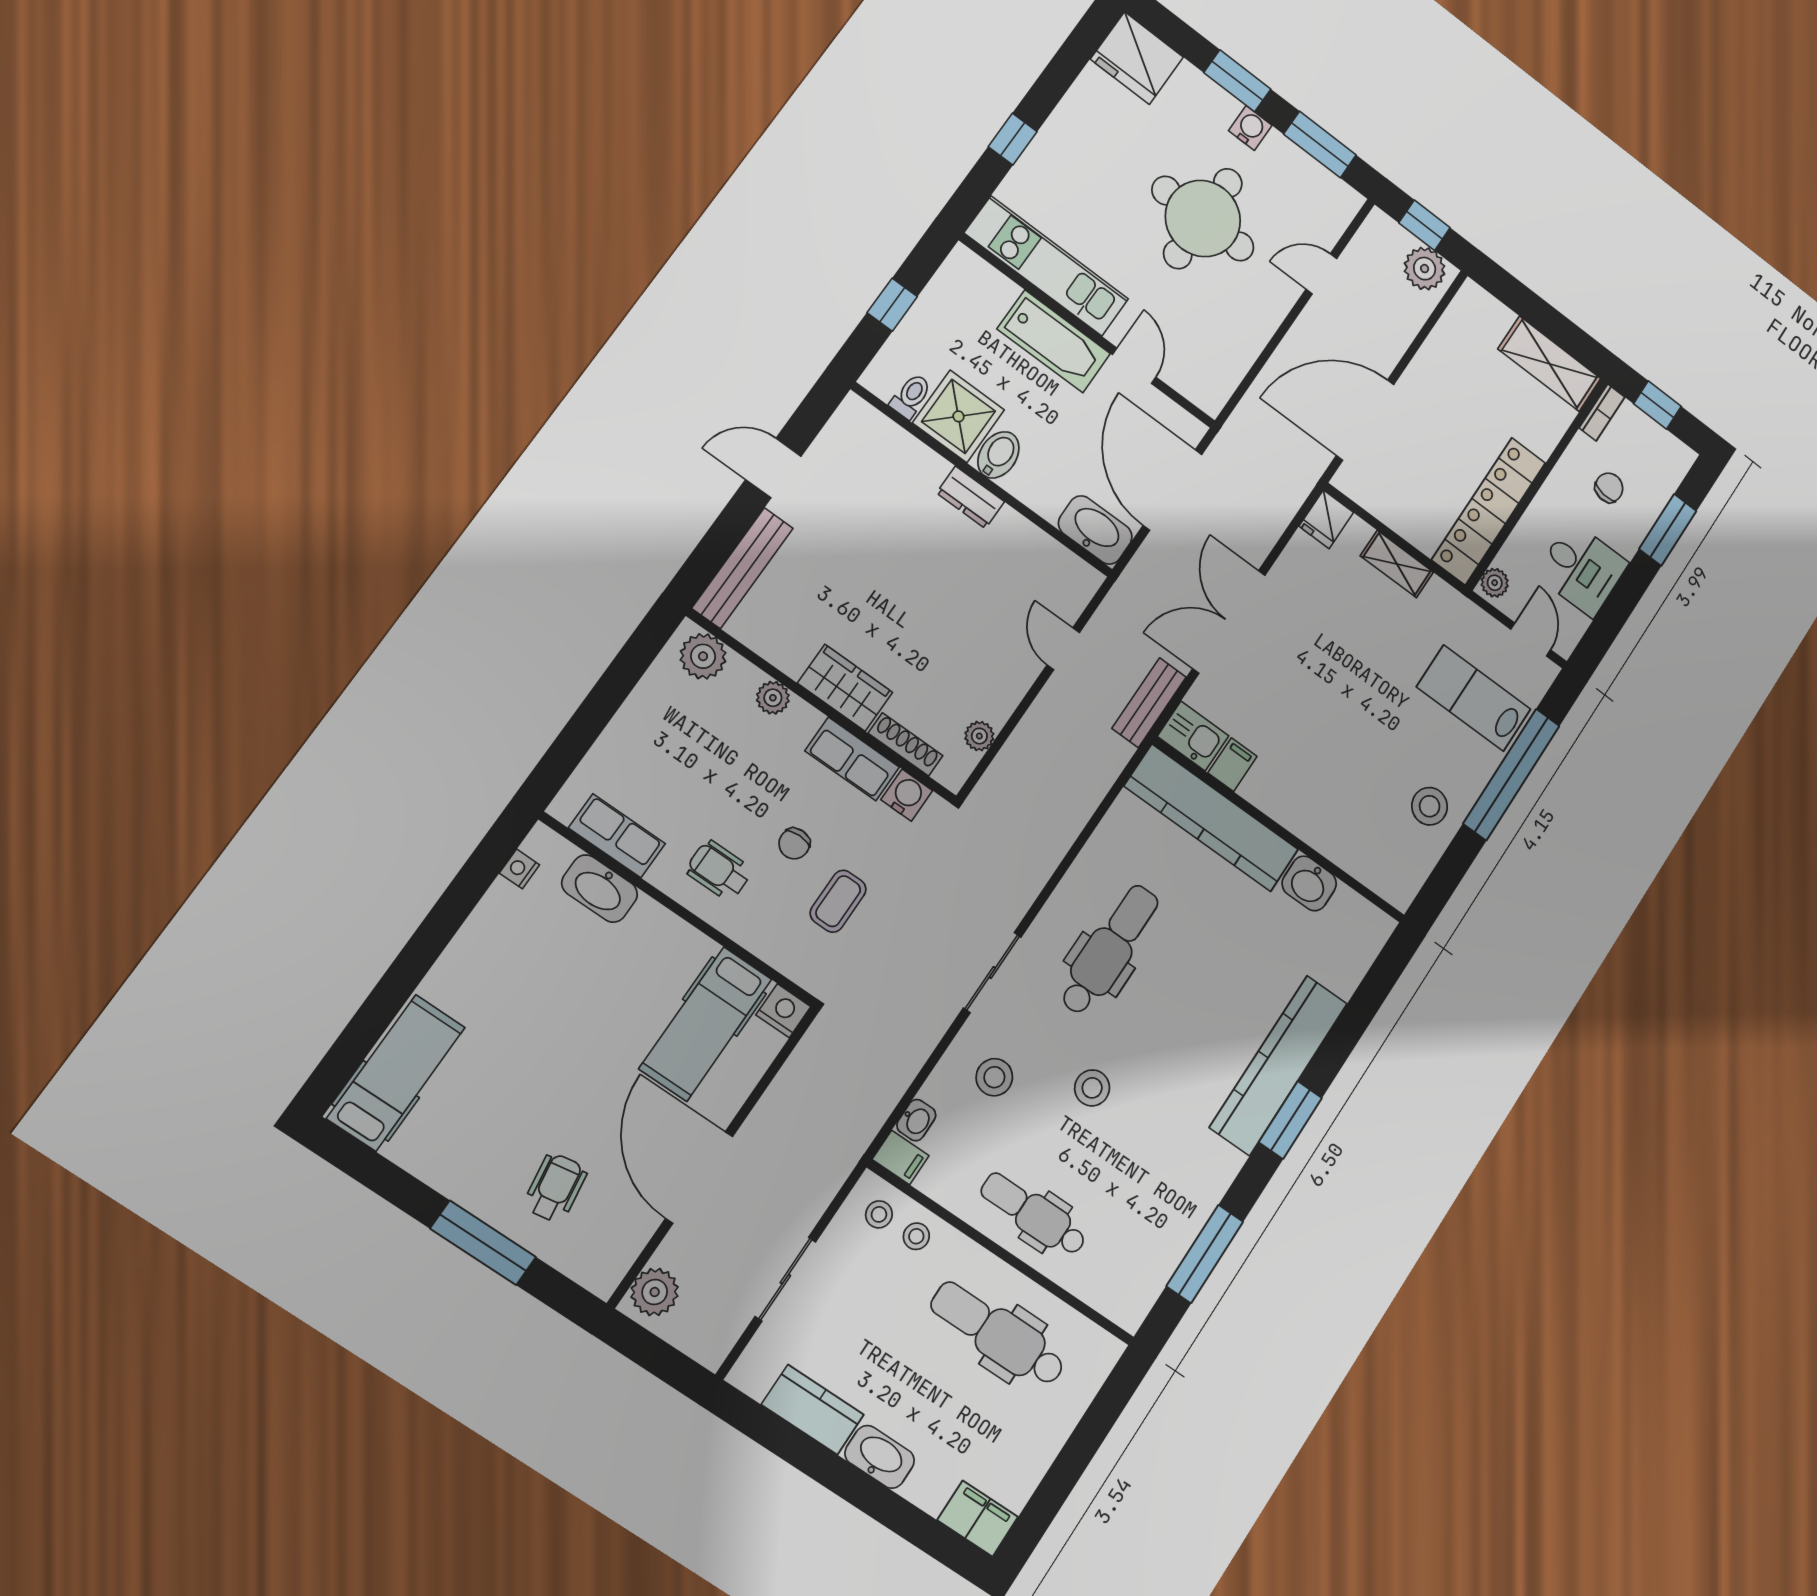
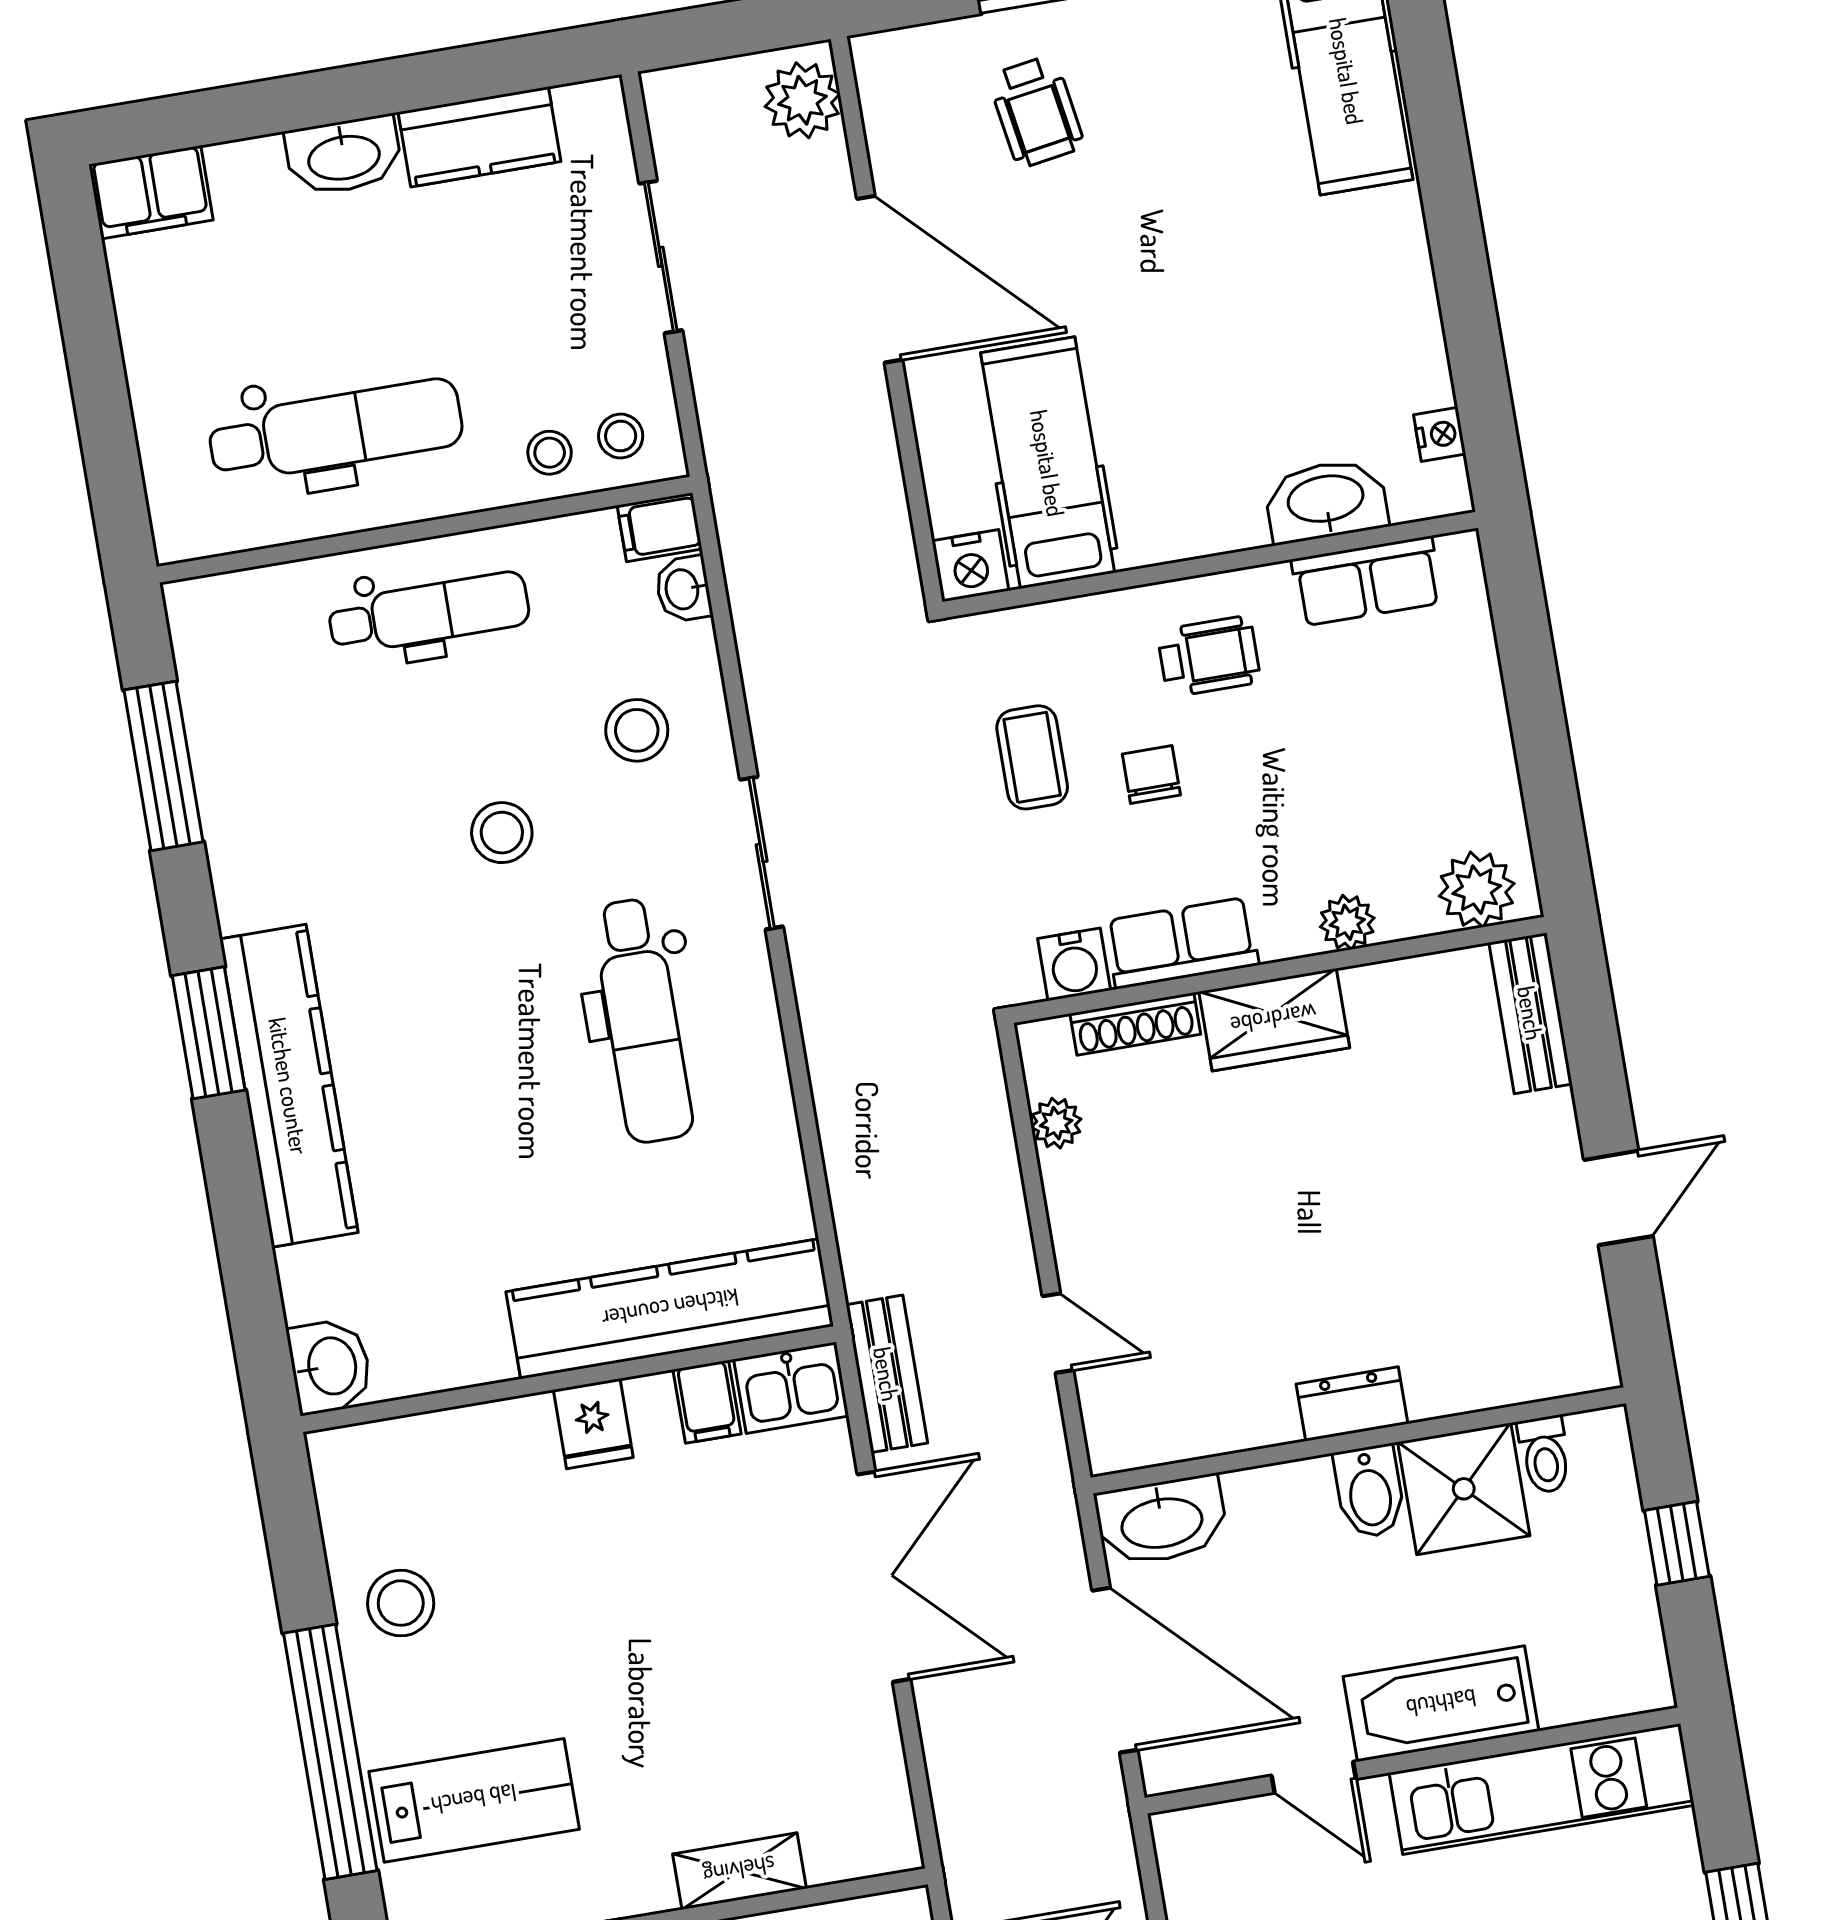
fridge: (1326, 519) -> (593, 1424), moved, turned 180
bench: (742, 568) -> (1531, 1013), width x0.73
washbasin: (1309, 883) -> (330, 1366), moved, turned 90

